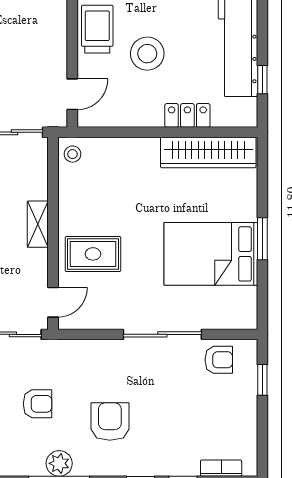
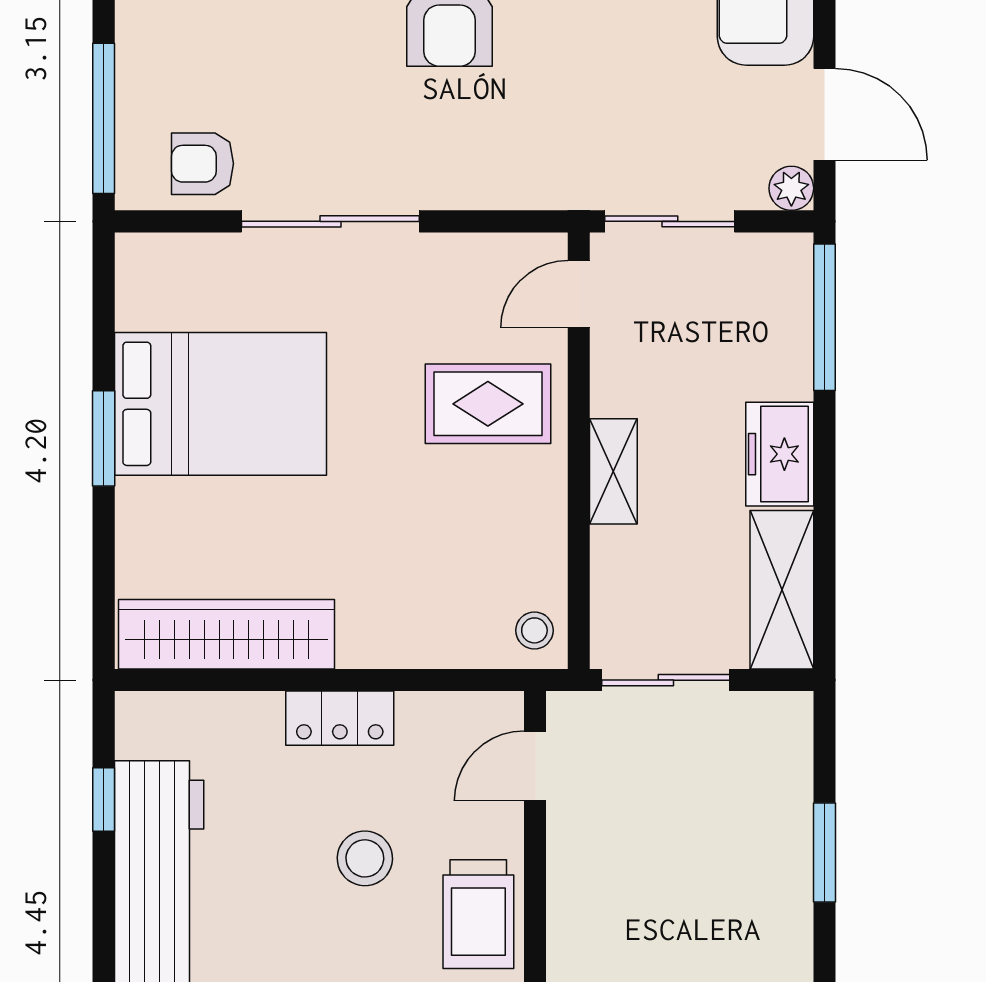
stool: (147, 54) -> (365, 858), width x0.73, depth x0.73
locker: (187, 115) -> (340, 718), moved
window: (262, 380) -> (104, 118), width x2.17
armchair: (37, 404) -> (614, 64), removed

